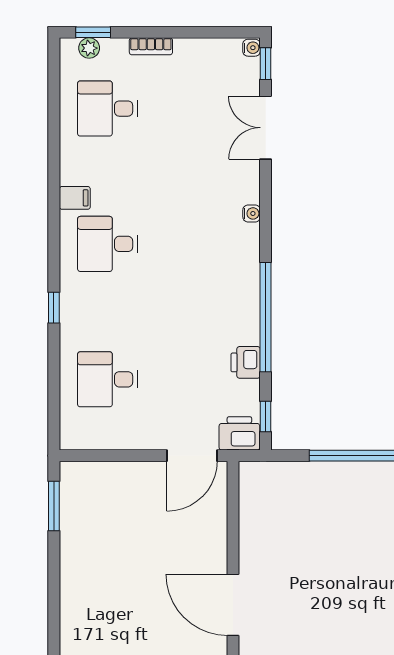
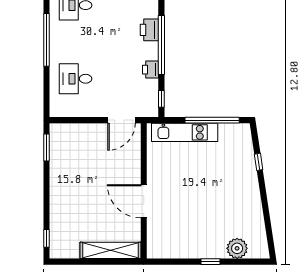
window: (54, 308) -> (46, 40), width x3.17
printer: (239, 433) -> (149, 30), moved, turned -90
kitchen unit: (308, 478) -> (185, 132), added

